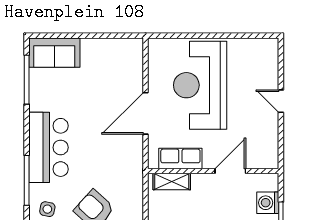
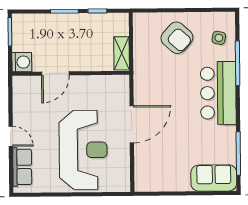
row of seats: (180, 158) -> (22, 167), moved, turned -90
shelving: (172, 182) -> (122, 53), moved, turned 90
washing machine: (268, 203) -> (22, 62), moved

